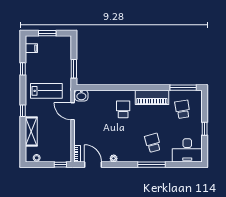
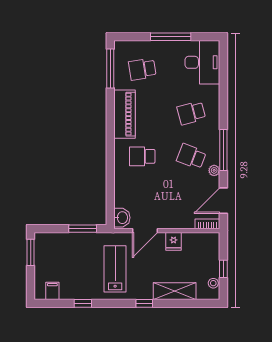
window: (47, 33) -> (31, 252), moved
window: (205, 129) -> (171, 37), width x2.17
fridge: (65, 131) -> (174, 241), added
school desk: (123, 143) -> (191, 156), added
window: (60, 165) -> (223, 269), moved
window: (151, 165) -> (223, 150), moved

